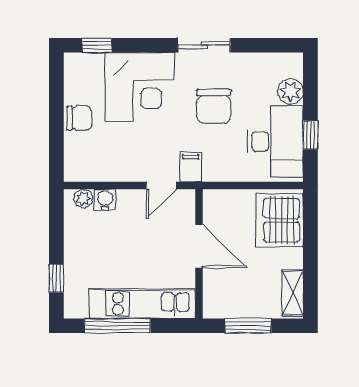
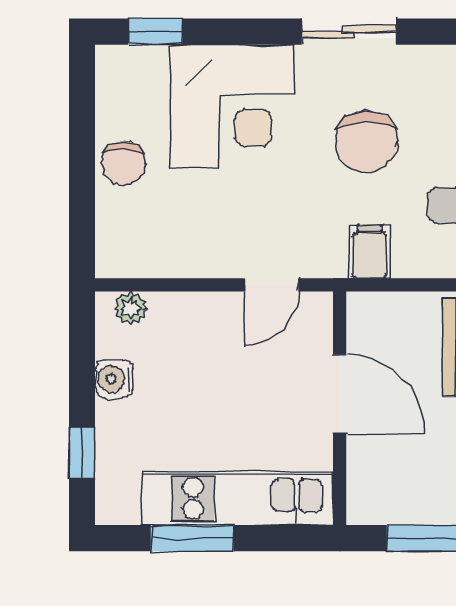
chair: (79, 118) -> (124, 163), turned 90
filing cabinet: (191, 167) -> (370, 252), moved
water cooler: (105, 200) -> (114, 379), moved, turned -90
window: (117, 326) -> (192, 538), width x0.69

